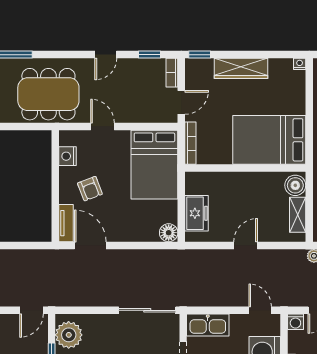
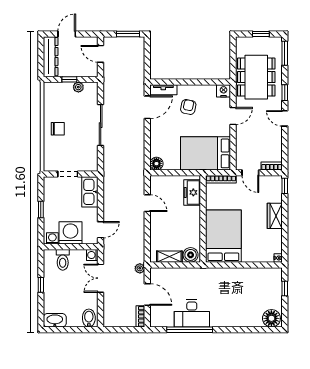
window: (150, 55) -> (285, 93), moved
wardrobe: (241, 68) -> (275, 216), width x0.67
nightstand: (68, 156) -> (224, 91), moved
armchair: (90, 189) -> (188, 107), turned 123
freezer: (197, 213) -> (192, 192), moved, turned 90
door: (246, 245) -> (147, 203), moved
door: (31, 310) -> (101, 54), moved
sliding door: (147, 310) -> (101, 125), moved
plant: (69, 335) -> (78, 87), width x0.53, depth x0.53

